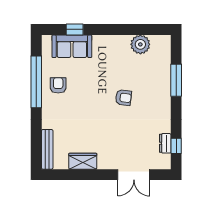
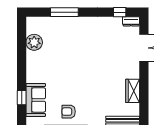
armchair: (123, 98) -> (79, 56), removed
dresser: (165, 143) -> (131, 21), moved

